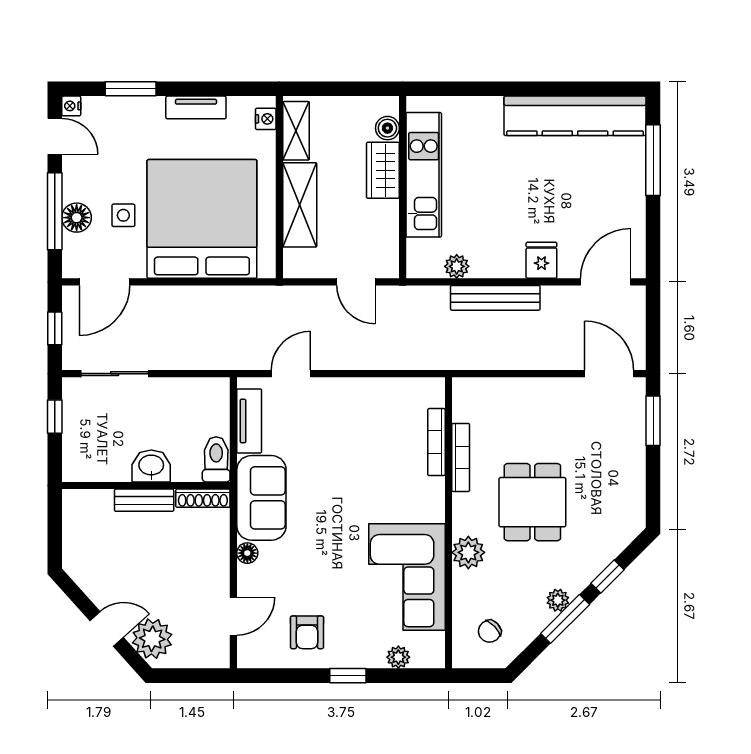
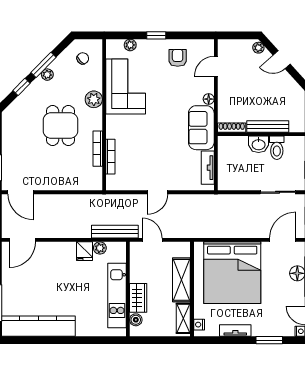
side table: (123, 215) -> (273, 274), removed
fridge: (541, 260) -> (84, 251), moved
bench: (495, 298) -> (115, 232), moved
door: (291, 374) -> (158, 192), moved
toilet: (216, 459) -> (277, 148), moved
bench: (144, 500) -> (268, 126), width x1.36
plant: (152, 639) -> (258, 48), width x0.53, depth x0.53

